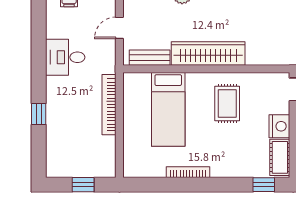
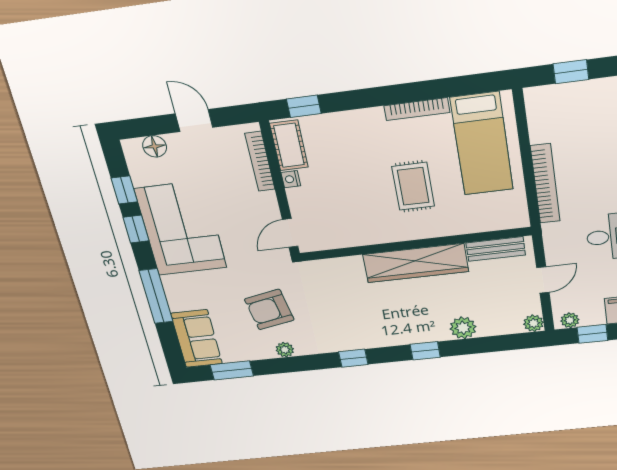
rug: (227, 103) -> (413, 186), moved
bed: (168, 109) -> (482, 144), moved, turned 180
nightstand: (279, 126) -> (291, 179), width x0.53, depth x0.56

